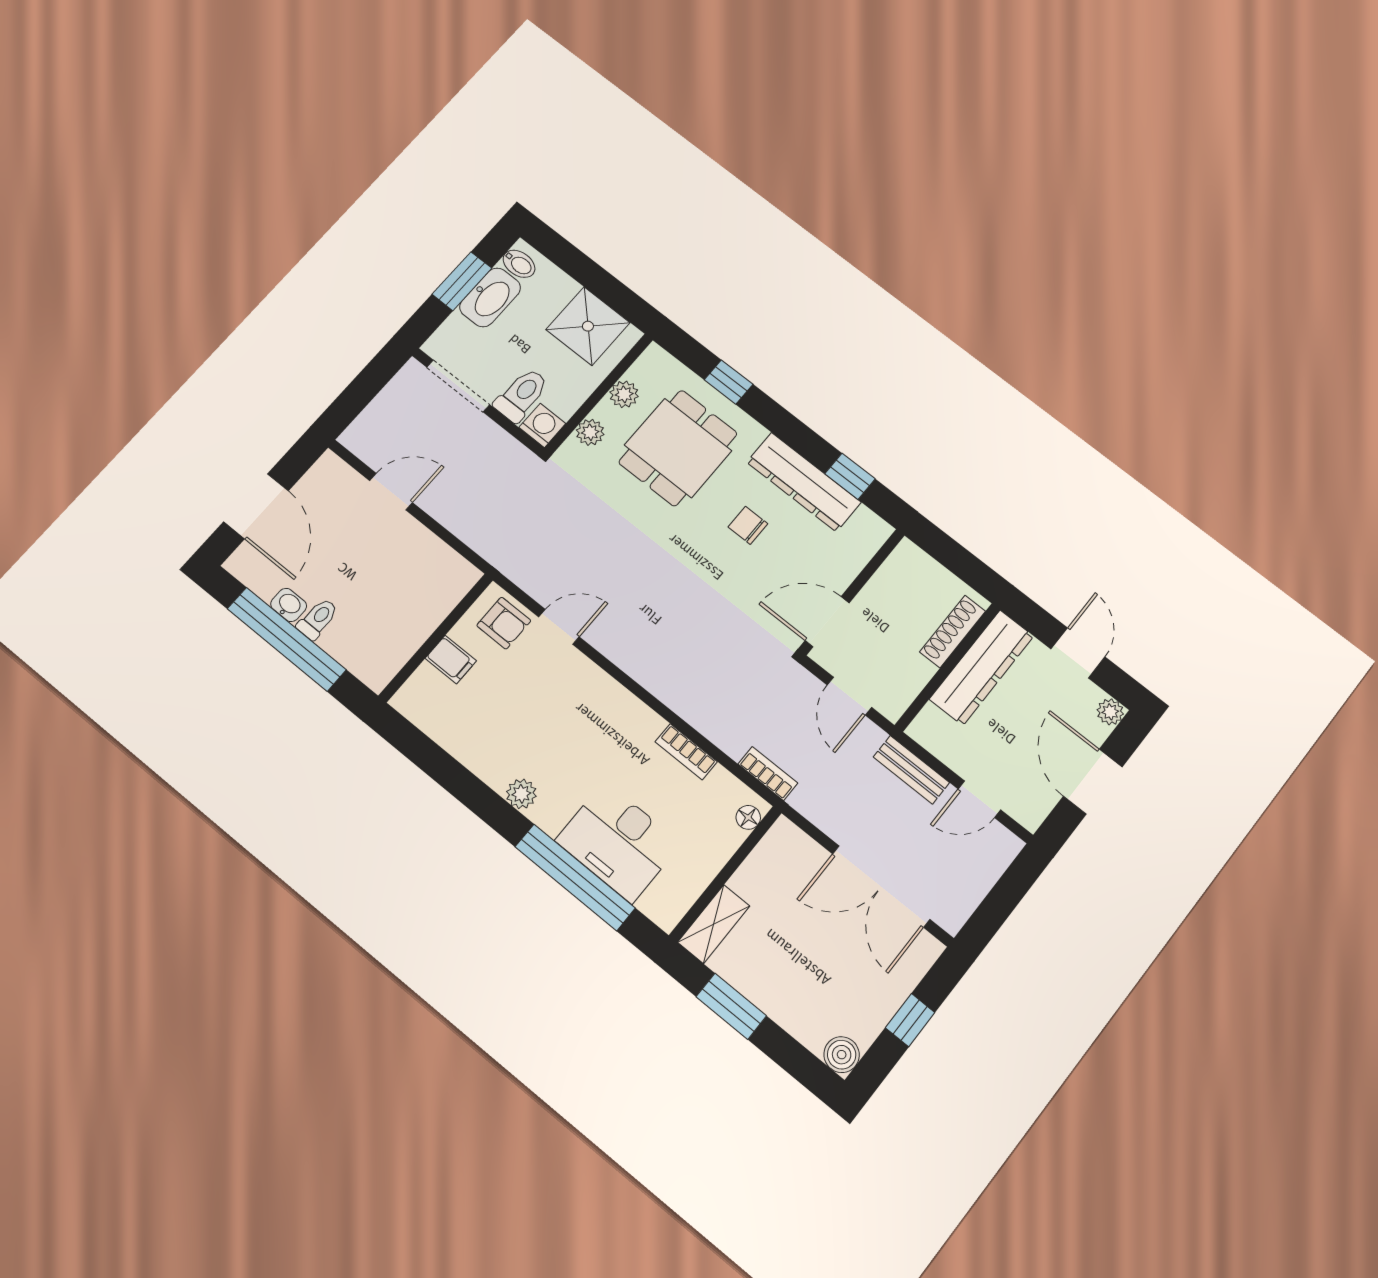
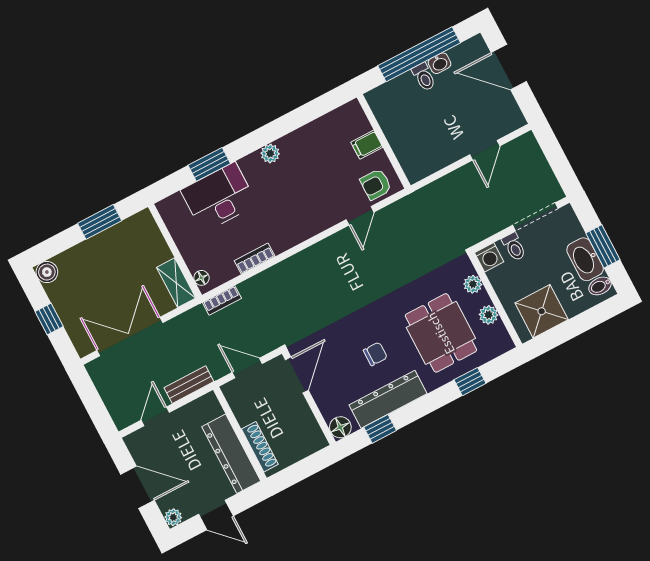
toilet: (522, 395) -> (514, 247), width x0.73, depth x0.72
floor lamp: (873, 531) -> (340, 427), added
window: (575, 877) -> (209, 164), width x0.47
shelving: (714, 924) -> (176, 283), moved

